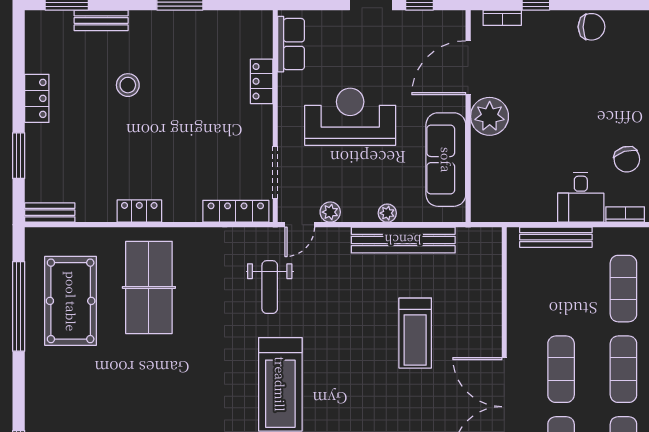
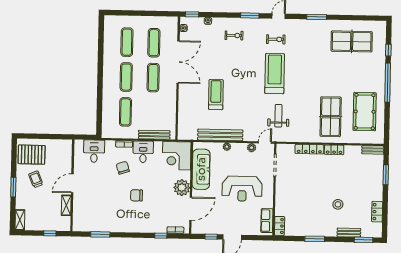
chair: (592, 27) -> (136, 195), moved
locker: (262, 81) -> (280, 226), moved
locker: (37, 98) -> (377, 212), moved
corner desk: (503, 190) -> (177, 156), added
locker: (236, 211) -> (309, 149), moved
window: (19, 306) -> (388, 83), moved

